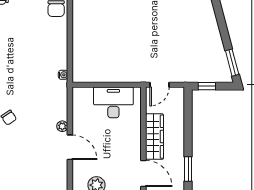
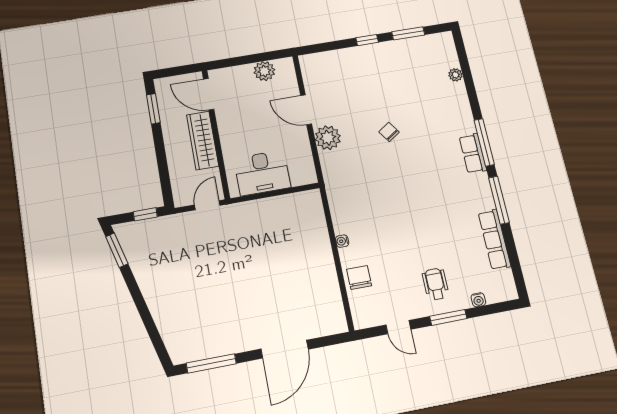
water cooler: (63, 75) -> (342, 241), moved
plant: (62, 126) -> (328, 138), width x1.88, depth x1.88

